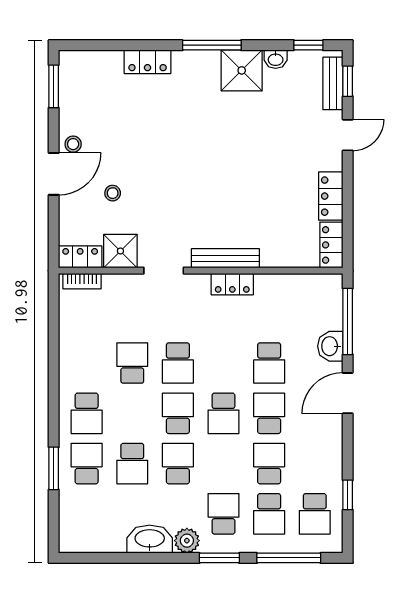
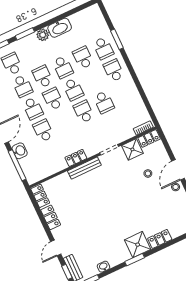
window: (212, 45) -> (135, 260), width x0.69
shower: (242, 70) -> (138, 245), moved
school desk: (223, 514) -> (43, 77), moved, turned 180

